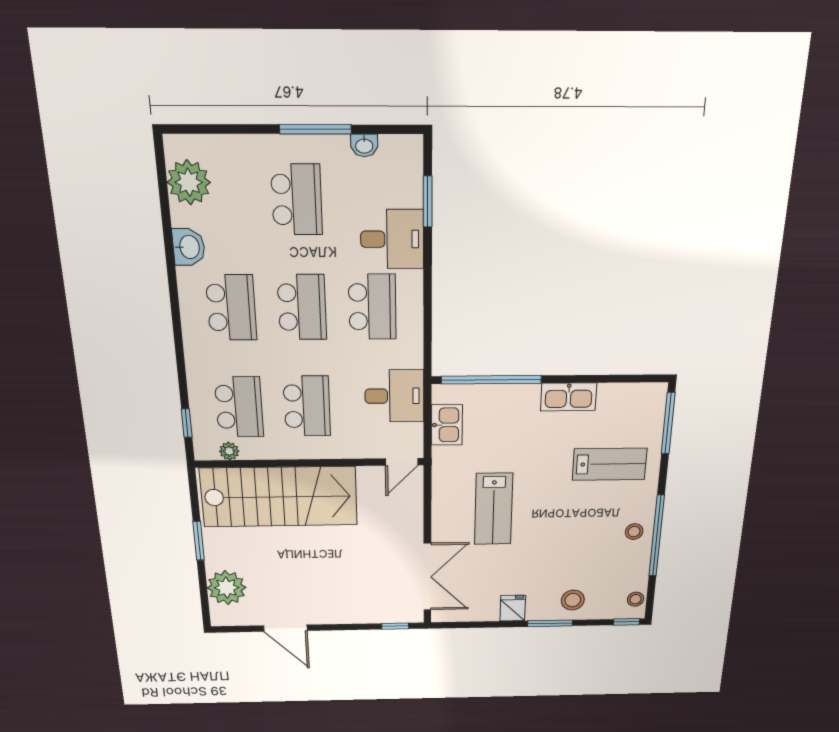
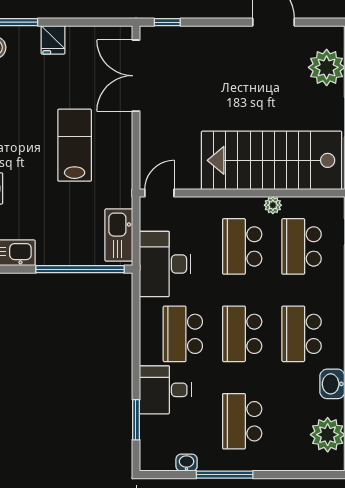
desk: (394, 396) -> (165, 264), width x1.37
kitchen sink: (447, 425) -> (119, 235), width x1.38
plant: (229, 451) -> (273, 205), moved

